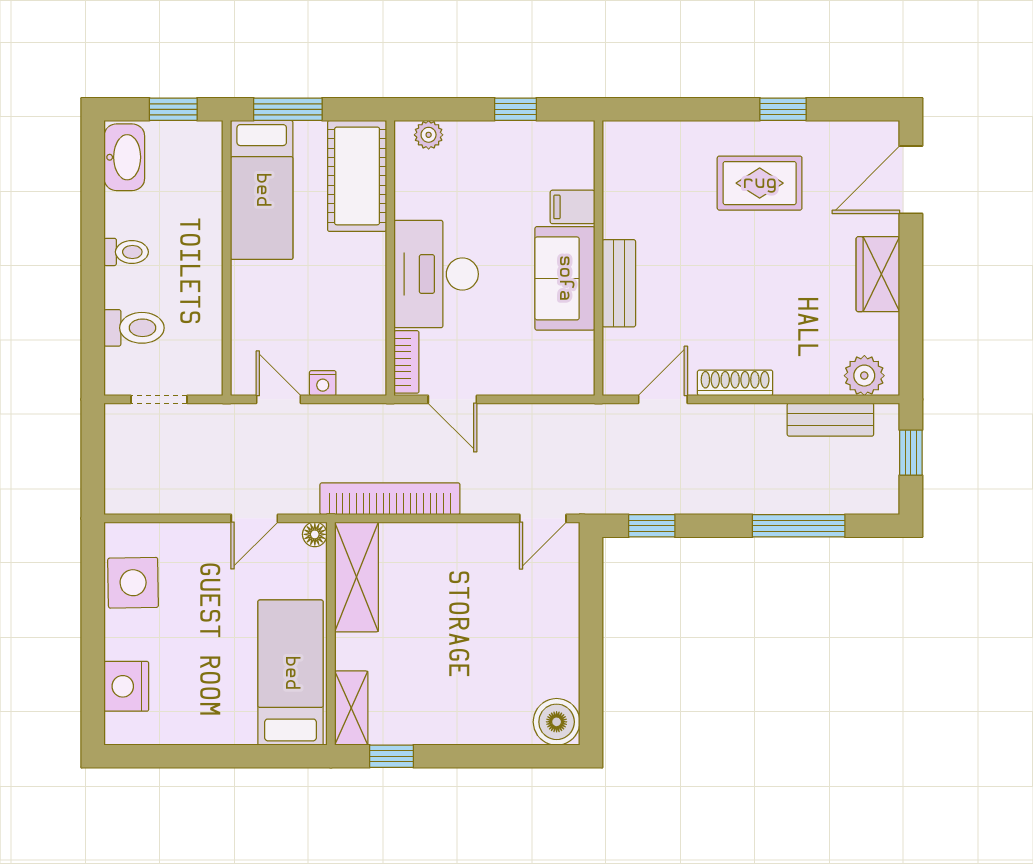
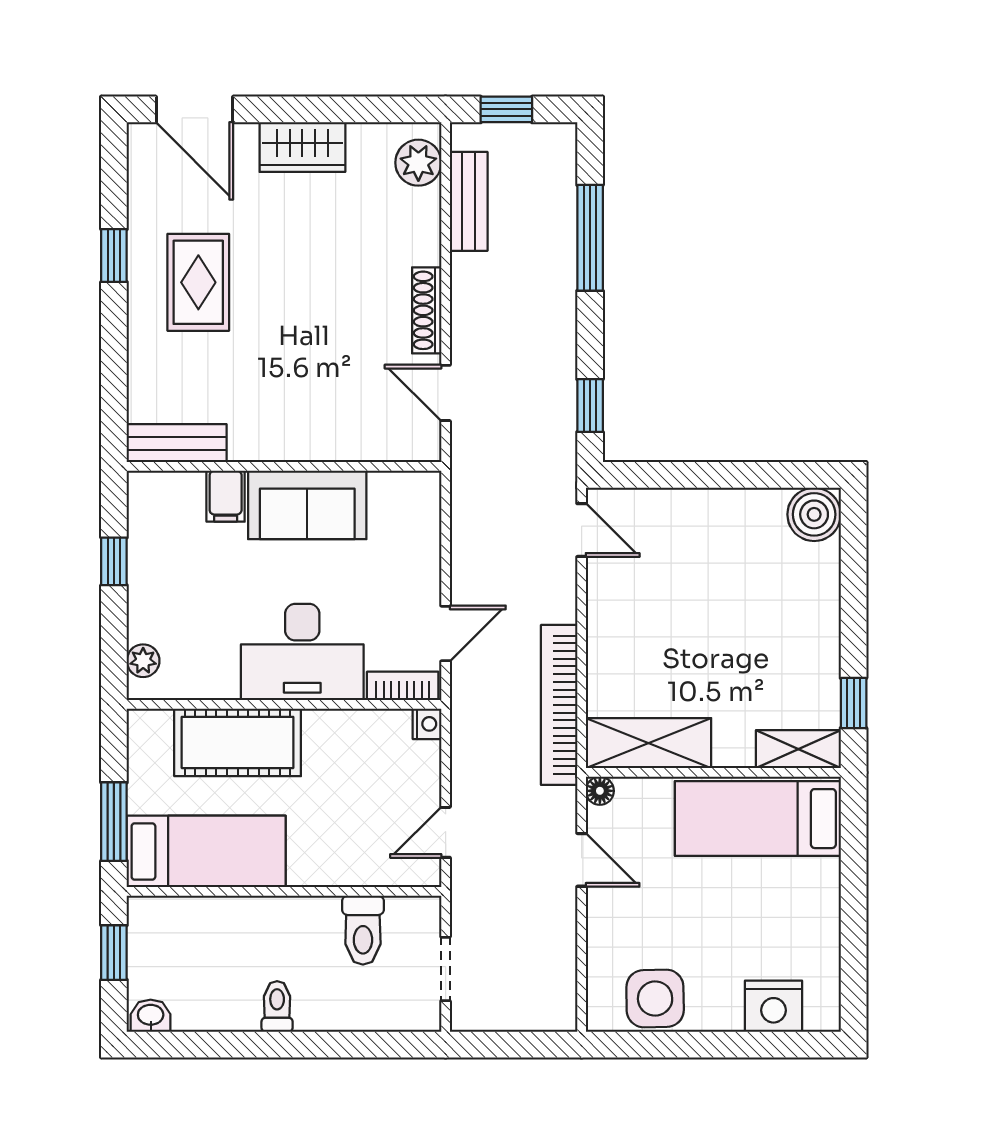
washbasin: (124, 157) -> (151, 1016), width x0.52, depth x0.69
cot: (357, 176) -> (238, 742), moved
bench: (619, 283) -> (177, 443), moved
toilet: (134, 328) -> (363, 930), moved, turned 180
nightstand: (323, 383) -> (427, 724), moved

